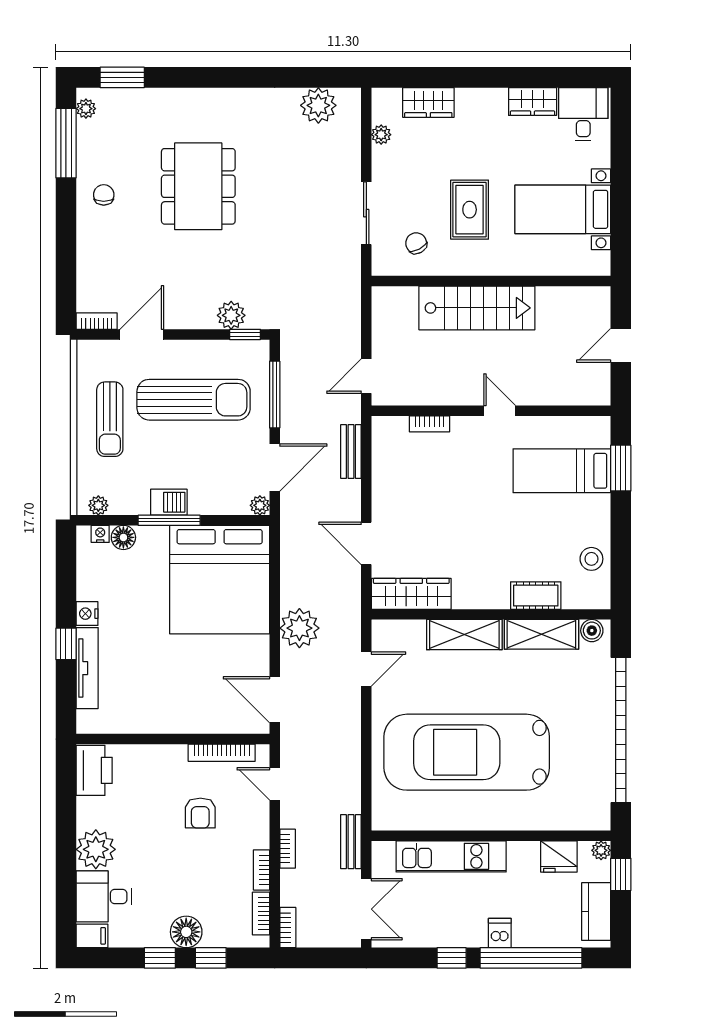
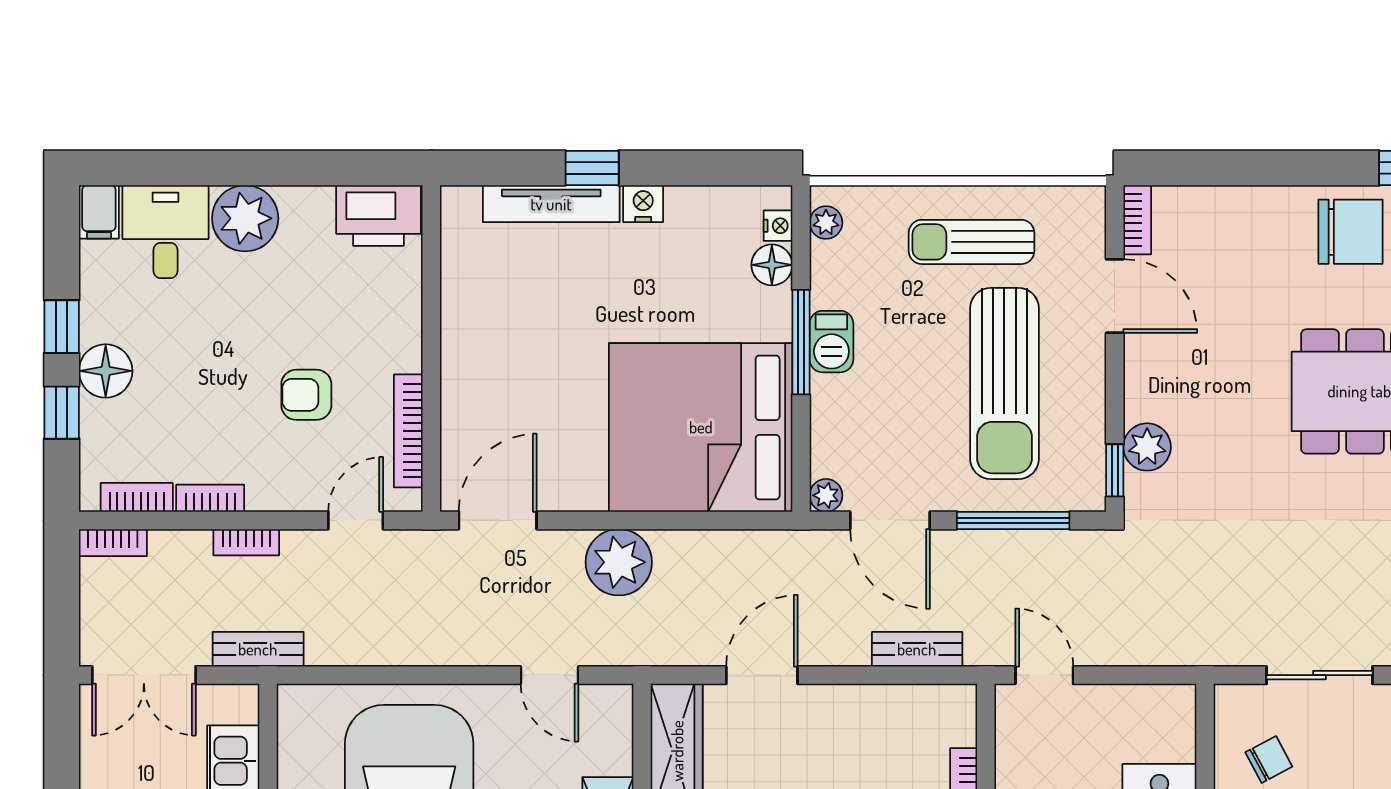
chair: (104, 195) -> (1351, 232), width x1.87, depth x1.87

